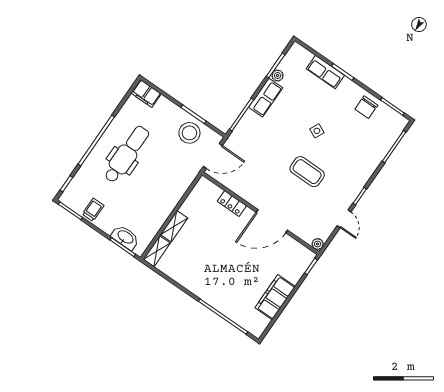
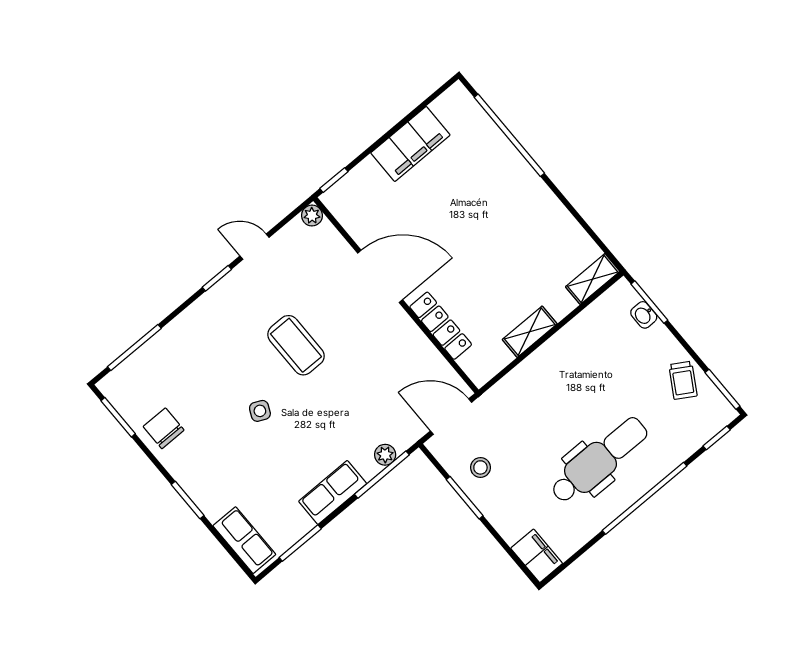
row of seats: (325, 72) -> (244, 540), moved
plant: (278, 76) -> (385, 455), moved
chair: (366, 107) -> (164, 428), turned -90
stool: (189, 133) -> (480, 467), width x0.53, depth x0.53
dental chair: (127, 154) -> (599, 460), turned 180
locker: (232, 204) -> (441, 326), width x1.53
trolley: (93, 210) -> (683, 380), turned -59
door: (344, 219) -> (255, 247), hinge flipped
shelving: (174, 226) -> (530, 332), moved
washbasin: (125, 237) -> (644, 315), width x0.52, depth x0.69

